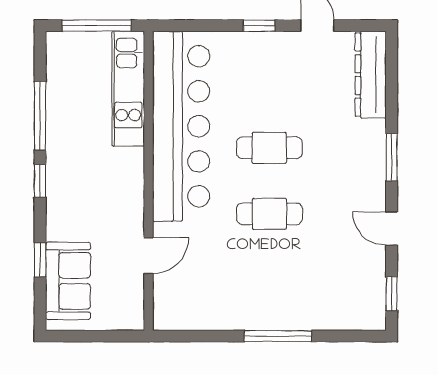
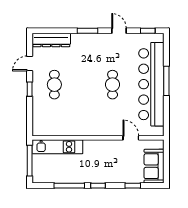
bar counter: (181, 126) -> (151, 84), moved, turned -90
cafe table: (269, 148) -> (54, 85), moved
door: (392, 229) -> (119, 31), swing flipped
sofa: (68, 281) -> (154, 166), moved, turned -90

